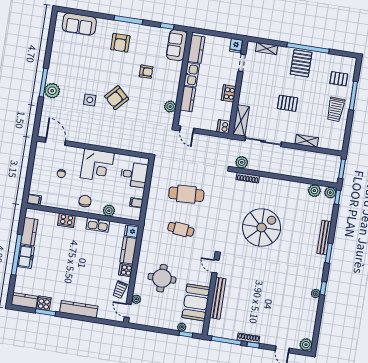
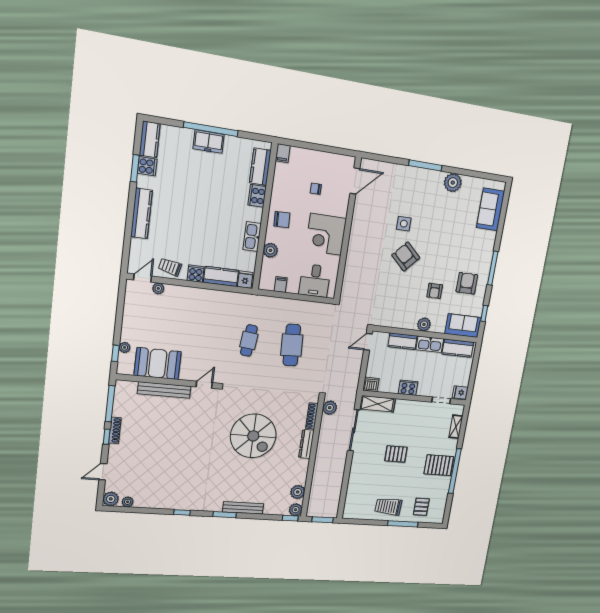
armchair: (120, 43) -> (467, 283), moved, turned 90
plant: (52, 91) -> (453, 183), moved
pallet: (287, 103) -> (396, 454), turned 90
plant: (170, 107) -> (424, 324), moved
shelving: (307, 141) -> (354, 479), removed
dresser: (272, 183) -> (306, 444), added
kitchen counter: (29, 232) -> (260, 167), moved, turned 90
round table: (162, 278) -> (187, 320), removed
plant: (316, 294) -> (128, 502), moved

